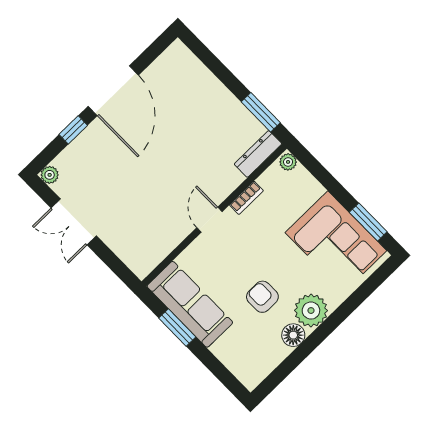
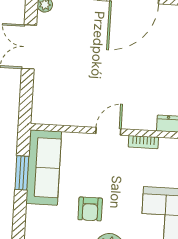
armchair: (262, 297) -> (90, 209), turned 180

